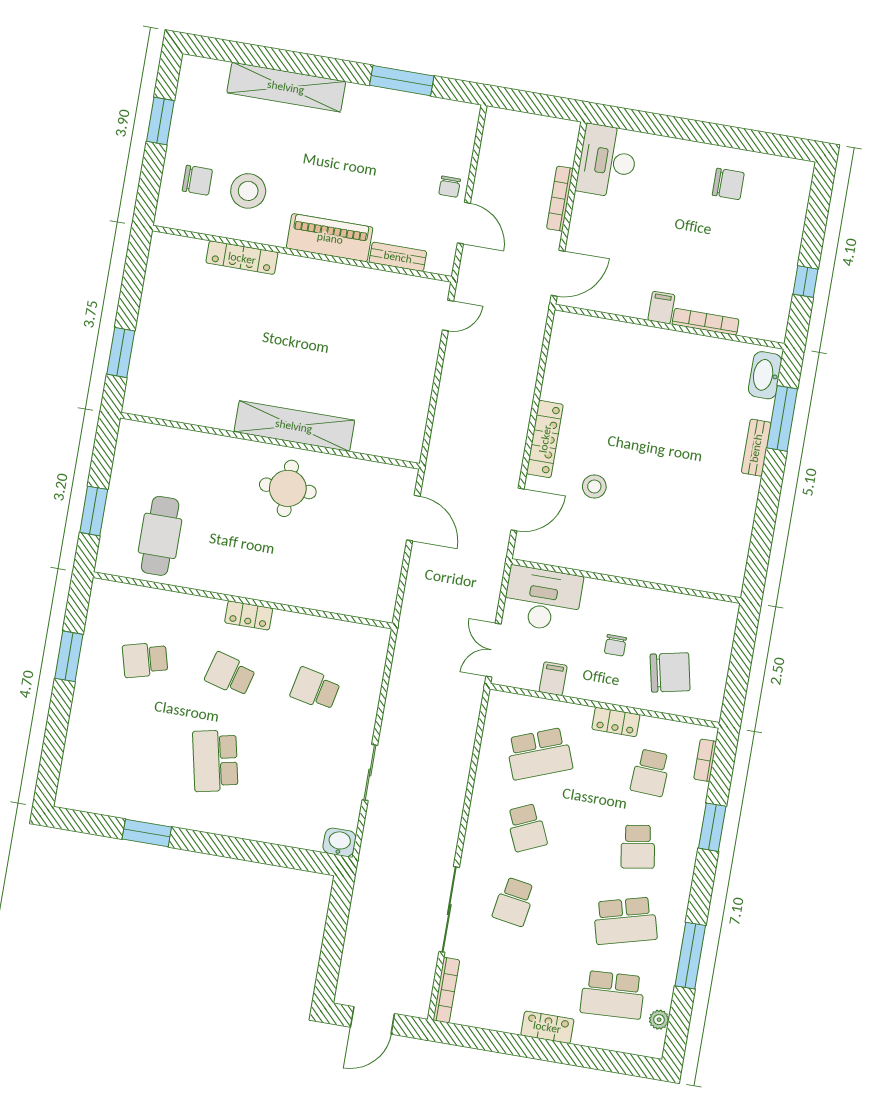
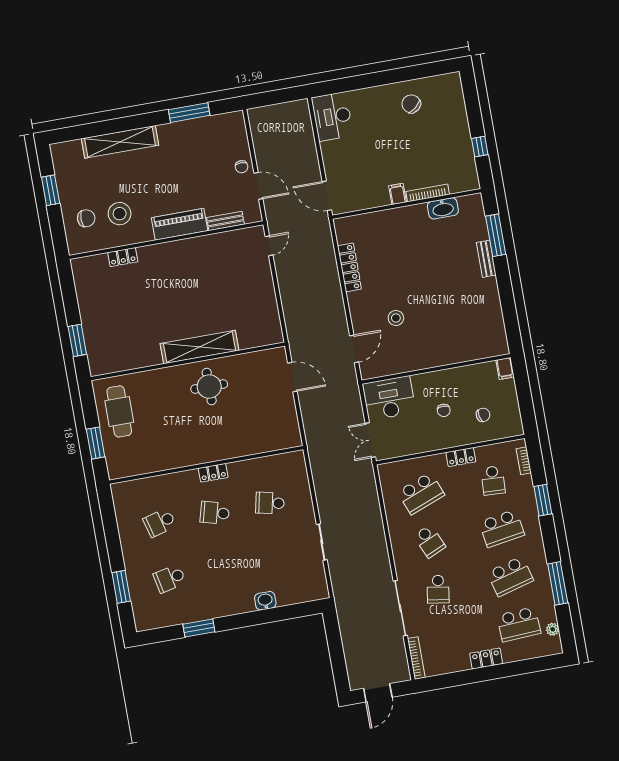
chair: (728, 184) -> (411, 104), turned -129
bookcase: (560, 199) -> (312, 150), removed
locker: (242, 258) -> (123, 257), width x0.66
door: (558, 273) -> (327, 196), swing flipped
washbasin: (765, 375) -> (443, 208), moved, turned -90
locker: (545, 439) -> (349, 267), moved
cafe table: (160, 536) -> (119, 411), moved
window: (69, 656) -> (121, 587), moved
chair: (670, 672) -> (483, 415), width x0.54, depth x0.54
filing cabinet: (553, 679) -> (505, 368), moved, turned 180
school desk: (215, 761) -> (170, 579), moved, width x0.54
washbasin: (339, 842) -> (265, 601), moved
school desk: (638, 847) -> (502, 528), width x1.85

